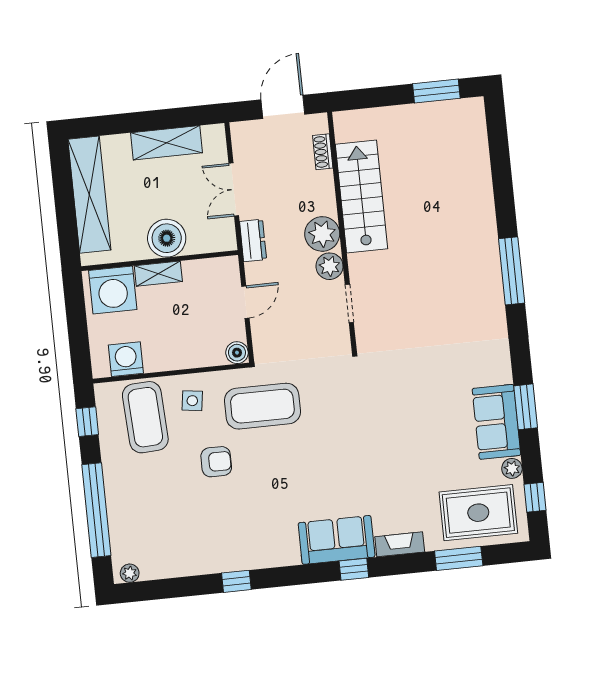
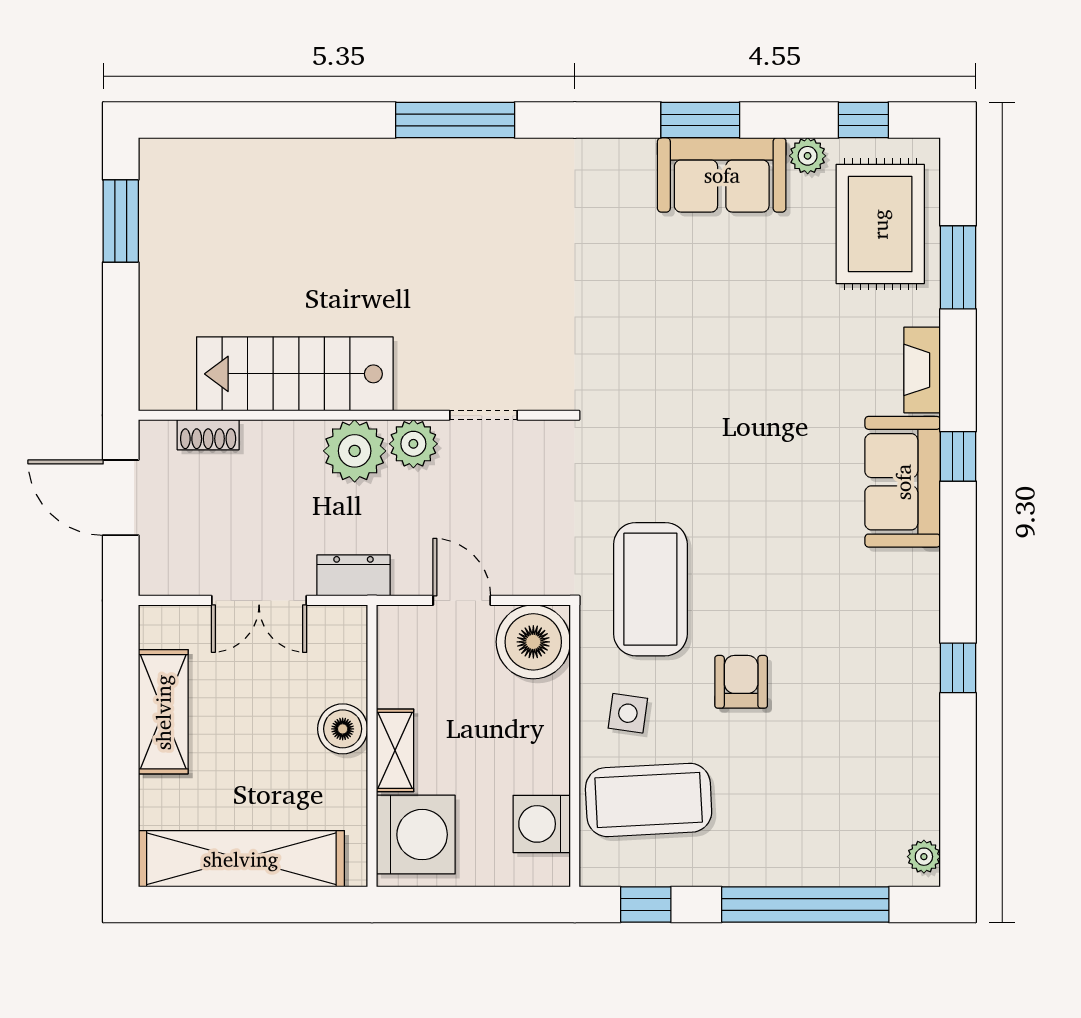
boiler: (167, 238) -> (343, 729), width x0.73, depth x0.73
boiler: (237, 353) -> (533, 642), width x1.86, depth x1.86

